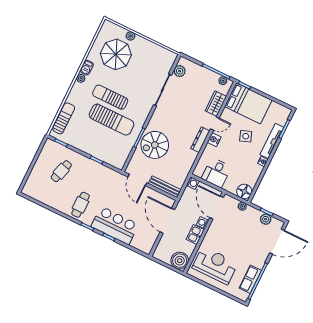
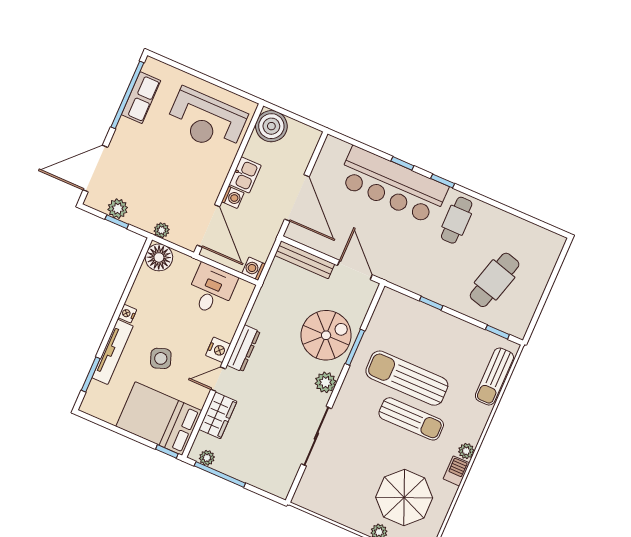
plant: (180, 71) -> (326, 382), moved
cafe table: (61, 171) -> (495, 280), width x1.37, depth x1.35
bar counter: (115, 225) -> (393, 185), width x1.36

